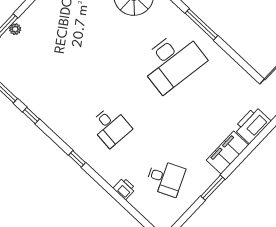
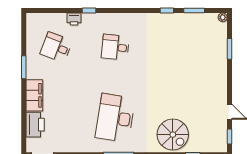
plant: (15, 29) -> (223, 51), removed
window: (77, 159) -> (89, 10), moved
desk: (165, 178) -> (56, 47), turned 45

